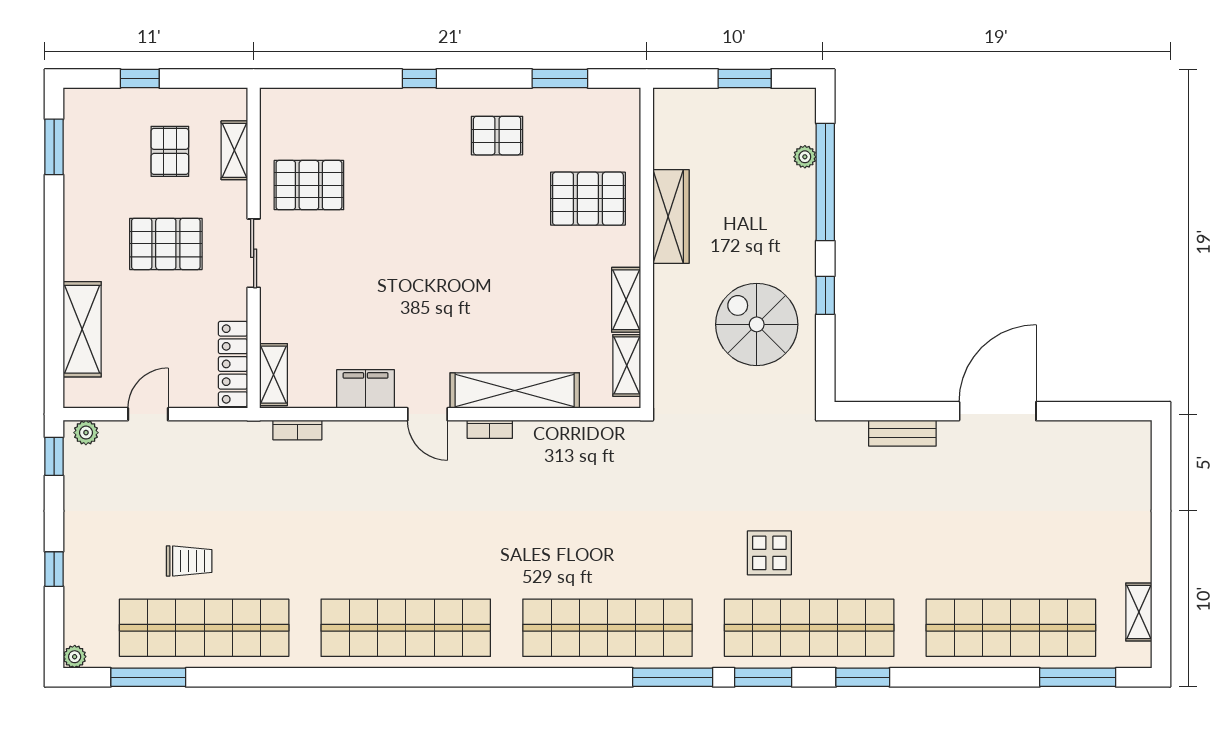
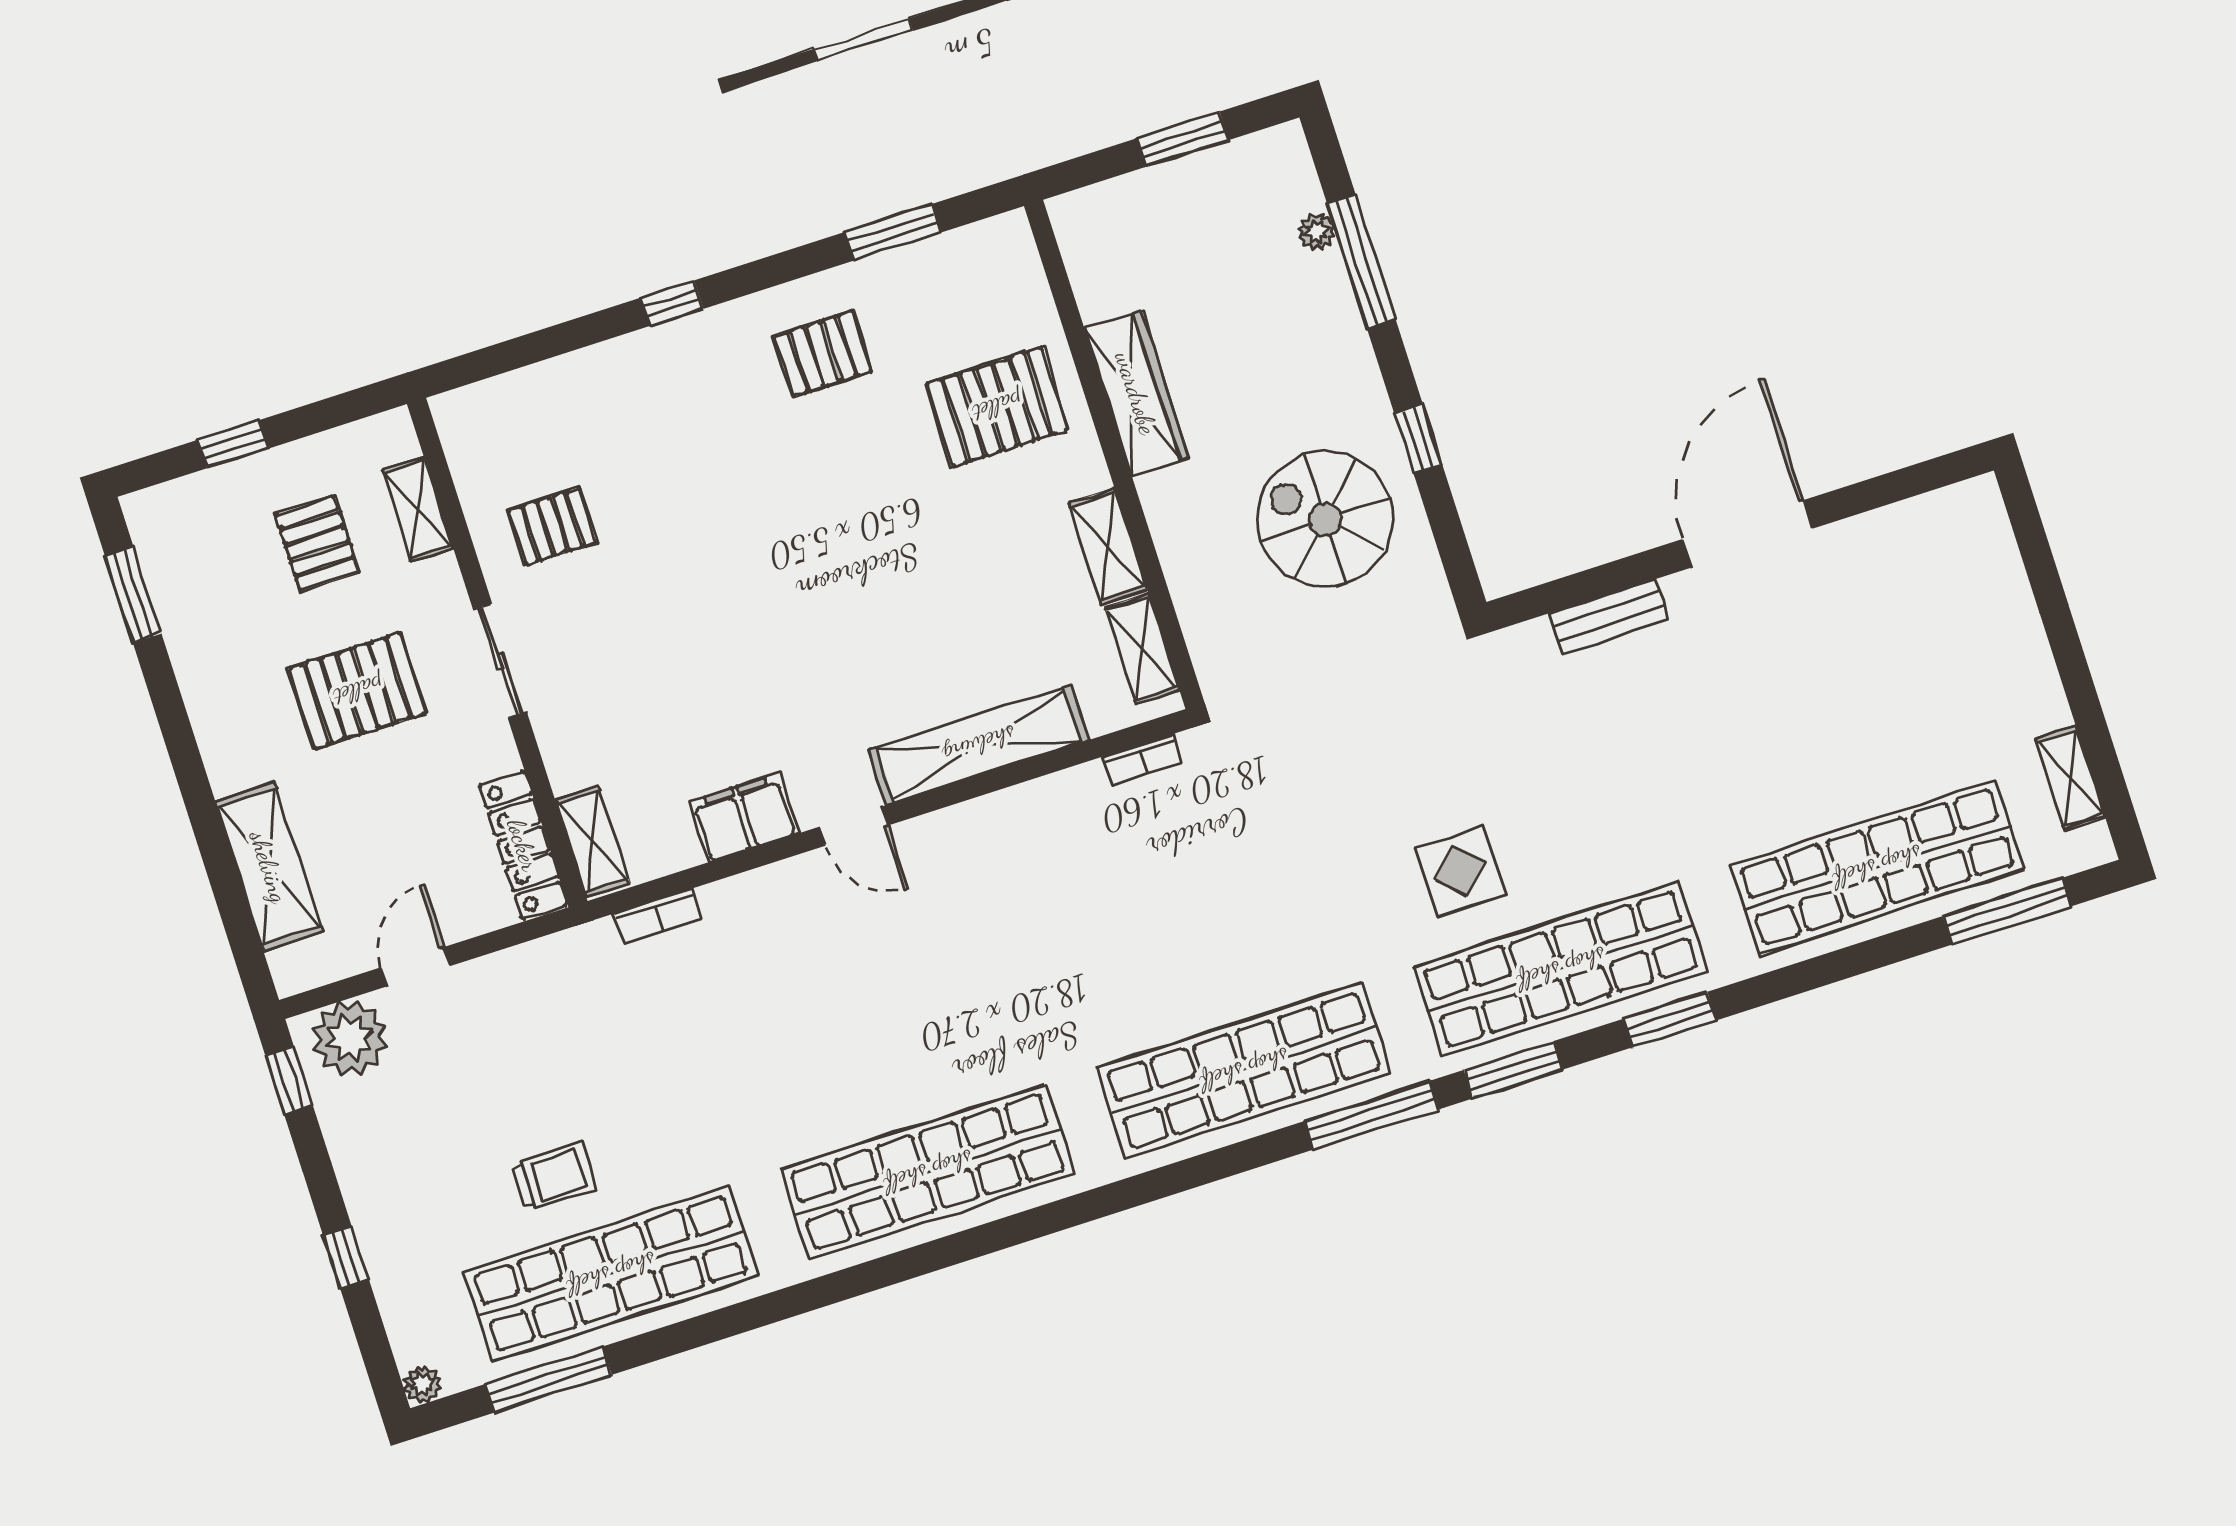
window: (825, 182) -> (1361, 261), width x0.68
pallet: (309, 185) -> (552, 526), width x0.67, depth x0.71
bookcase: (490, 429) -> (1142, 760), moved
plant: (86, 433) -> (350, 1038), width x1.87, depth x1.87

